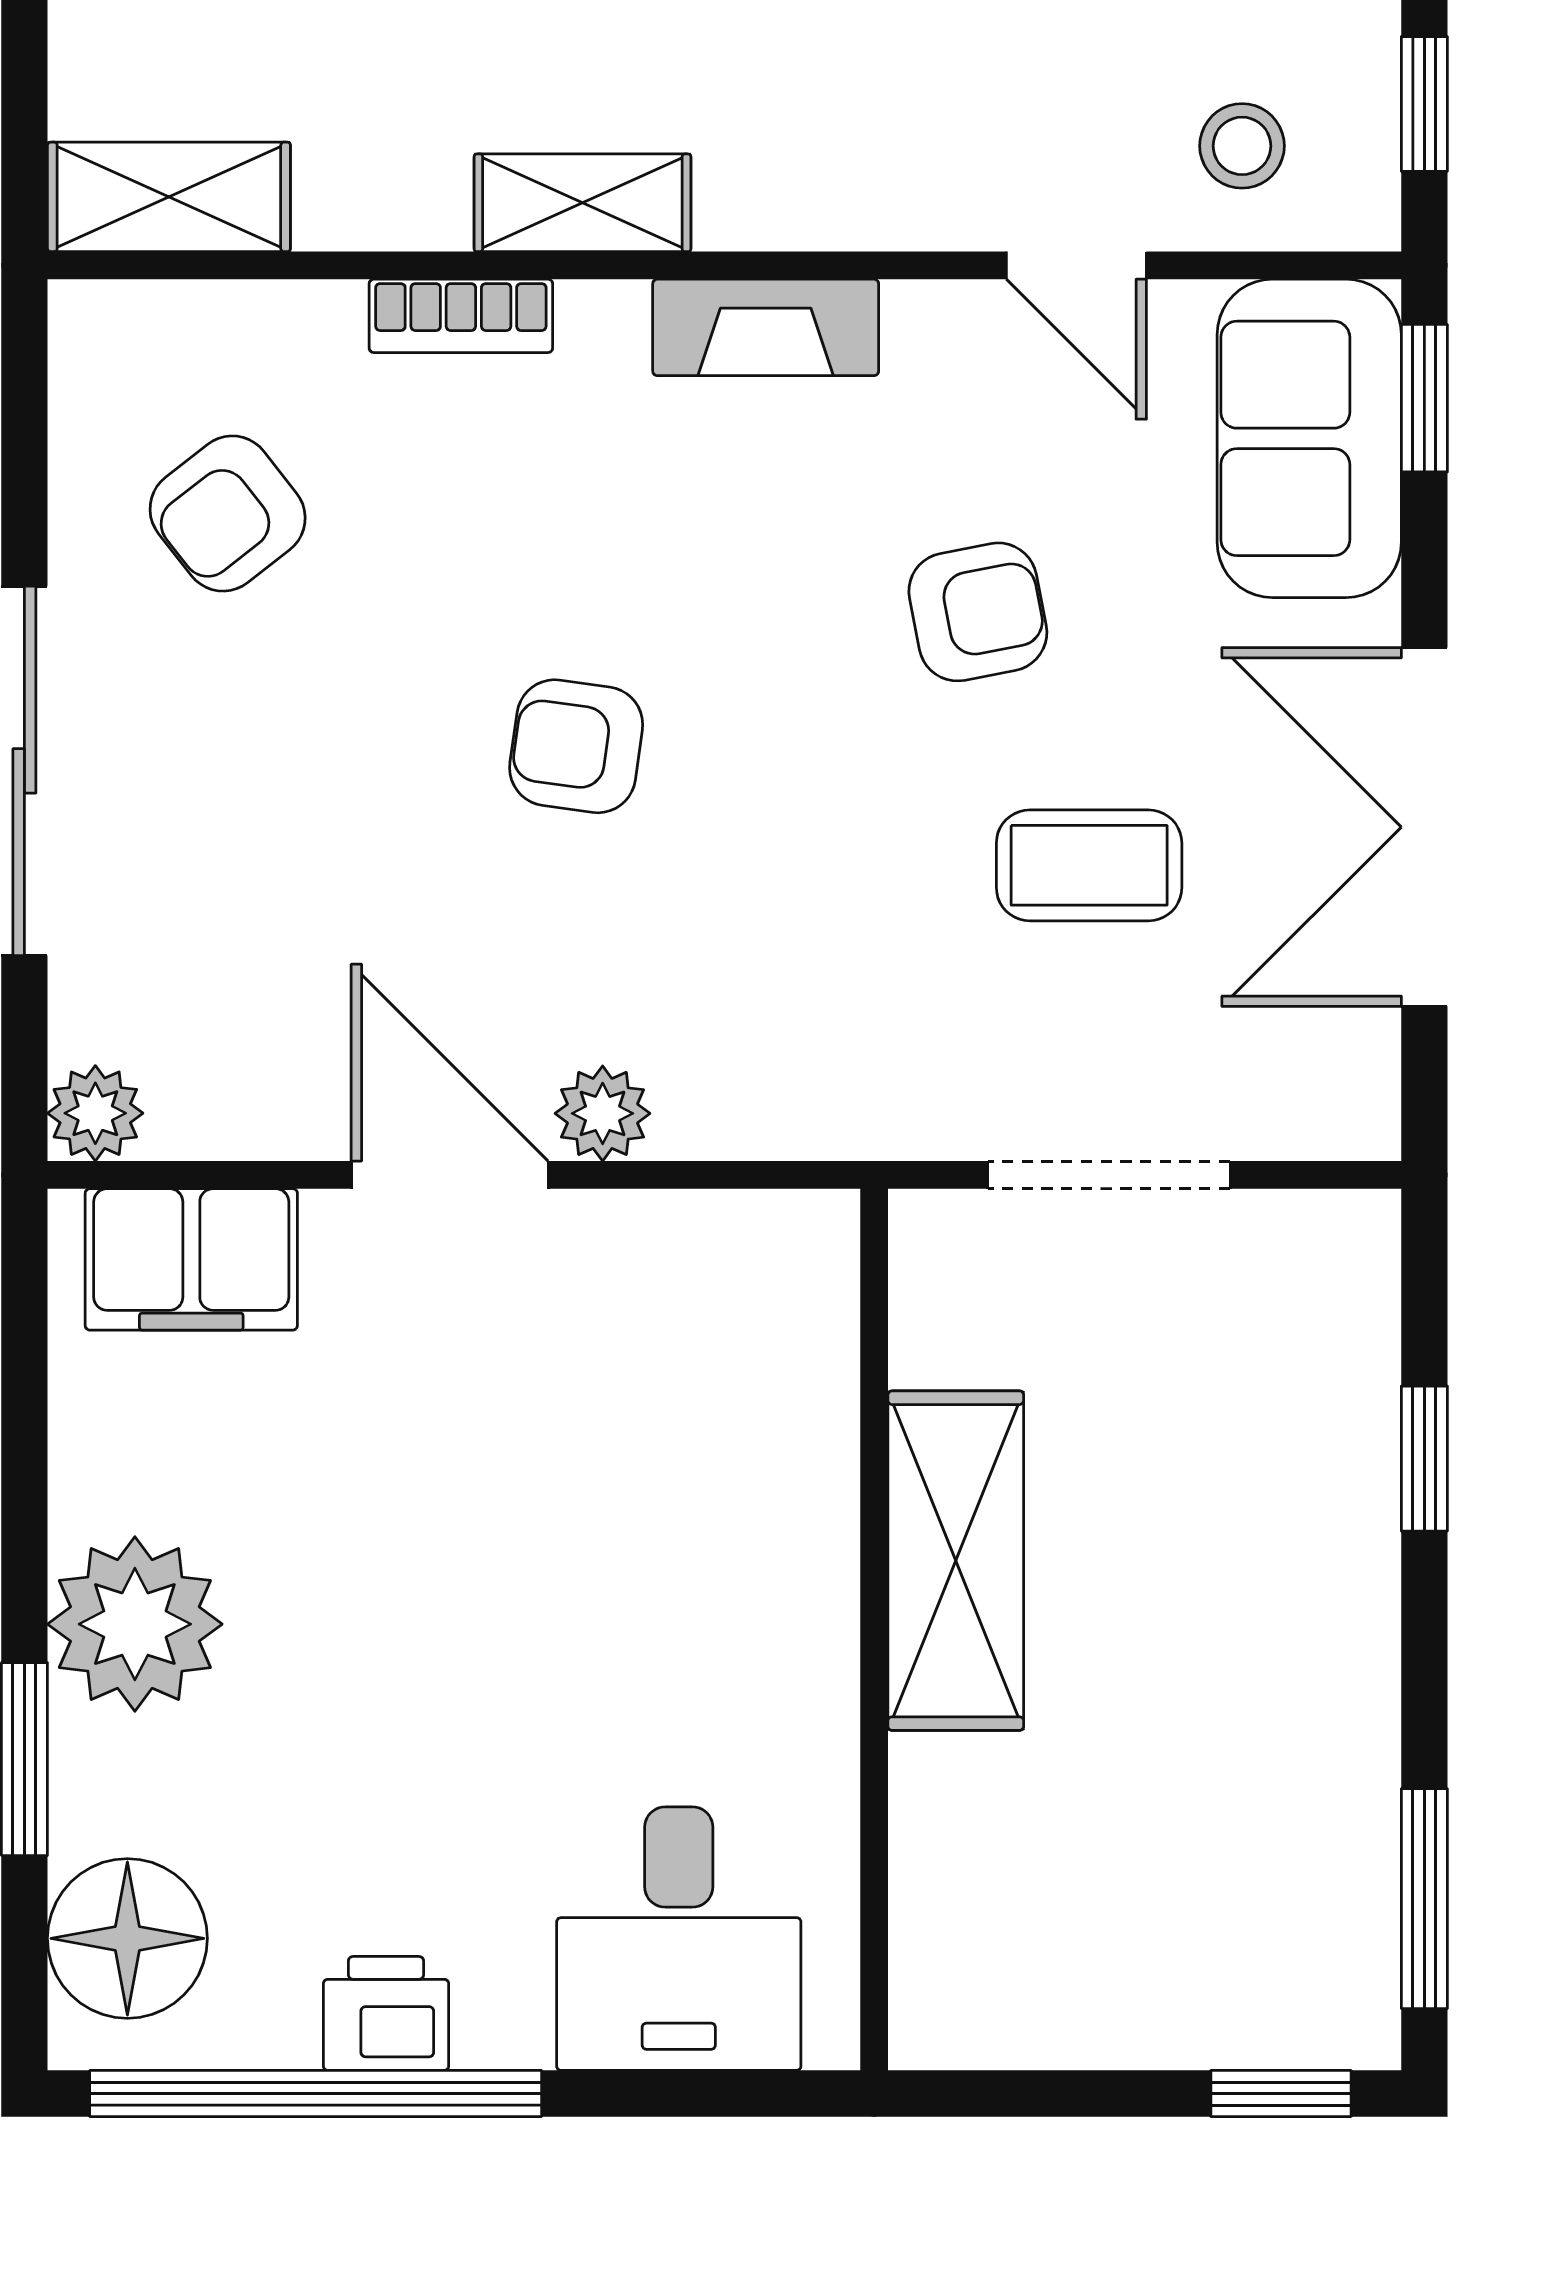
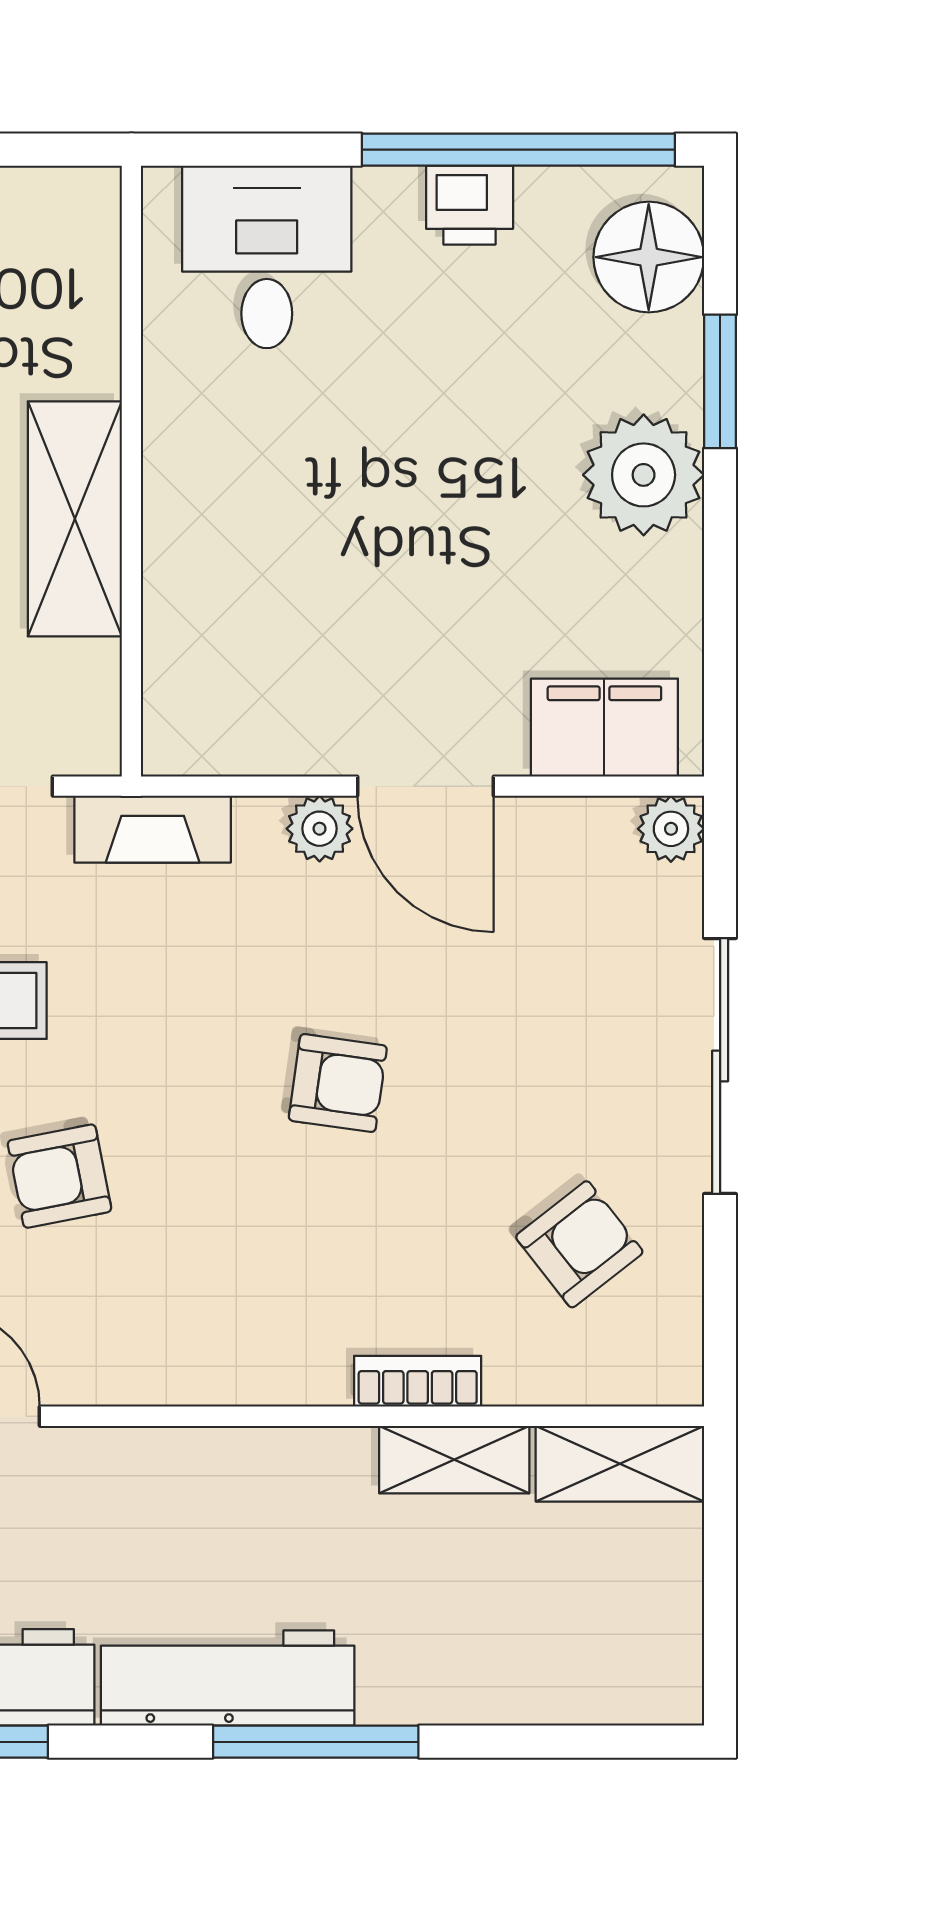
shelving: (582, 203) -> (454, 1460), moved
fireplace: (766, 327) -> (153, 829), moved, turned 180

